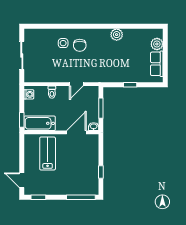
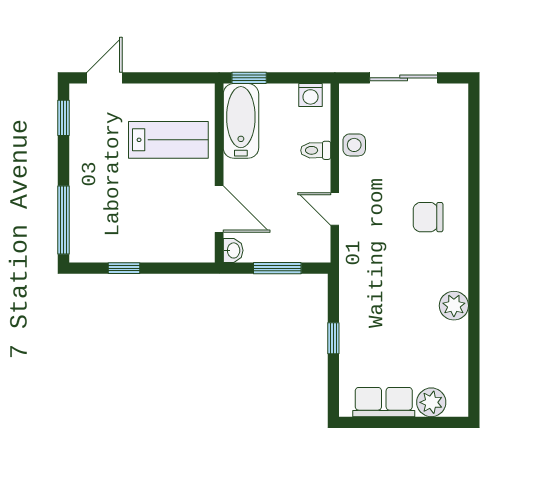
side table: (63, 43) -> (354, 145), moved

